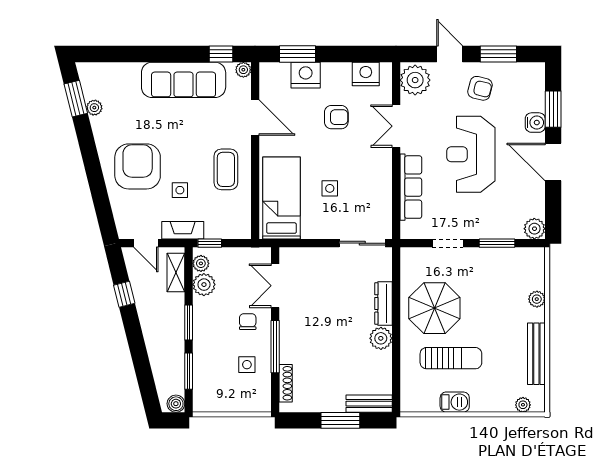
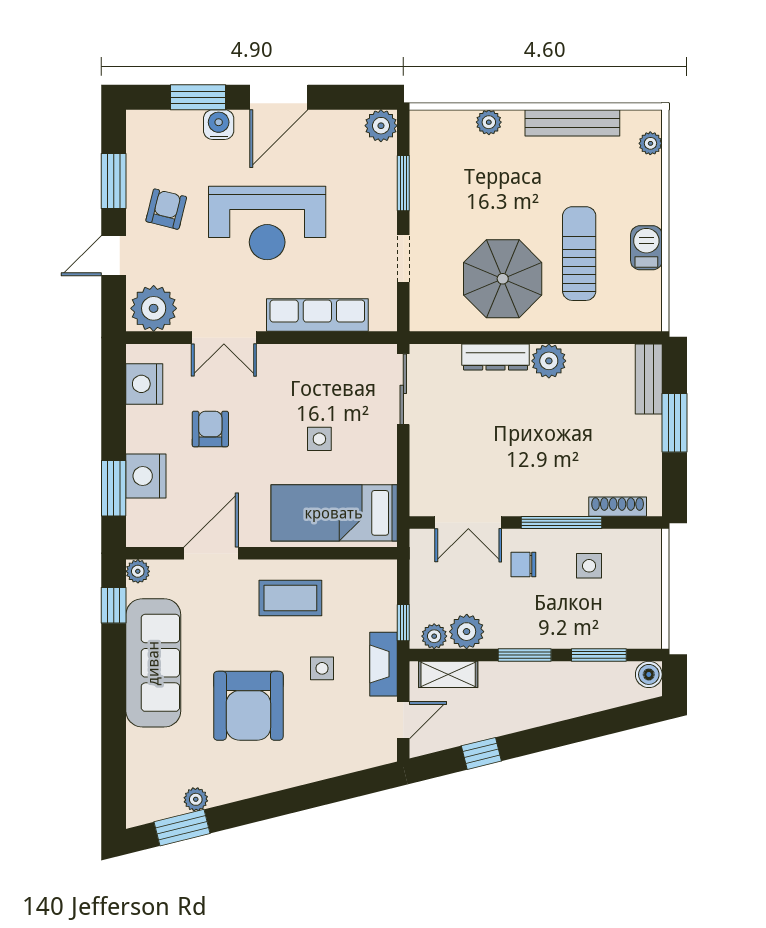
armchair: (138, 166) -> (248, 706), moved, turned -90

